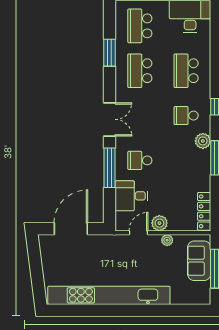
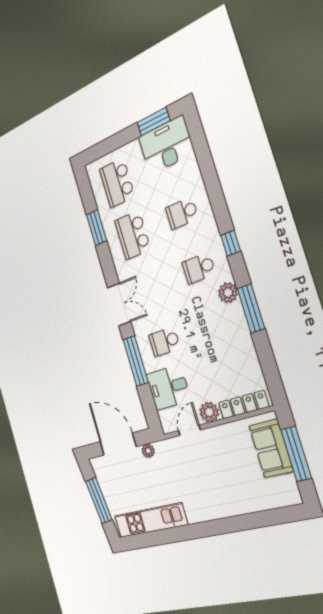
school desk: (186, 71) -> (182, 213), width x0.54
locker: (204, 211) -> (243, 405), moved, turned 90
door: (71, 229) -> (118, 444), hinge flipped
plant: (167, 240) -> (148, 451), moved
window: (36, 271) -> (99, 500), added
kitchen unit: (109, 295) -> (151, 520), width x0.54

